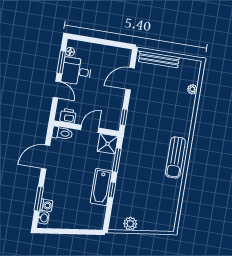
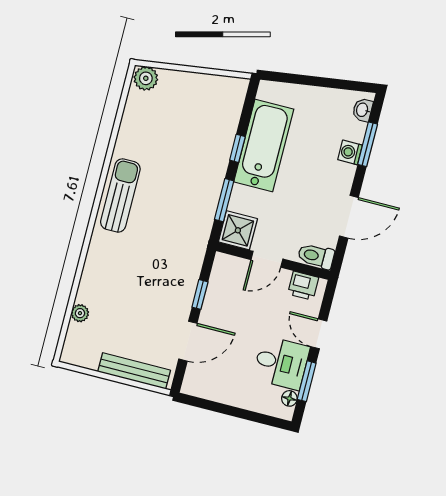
window: (124, 117) -> (200, 294), moved
bathtub: (101, 187) -> (264, 145), width x1.36, depth x1.36
washing machine: (46, 205) -> (350, 152), moved
plant: (130, 224) -> (146, 78), moved

